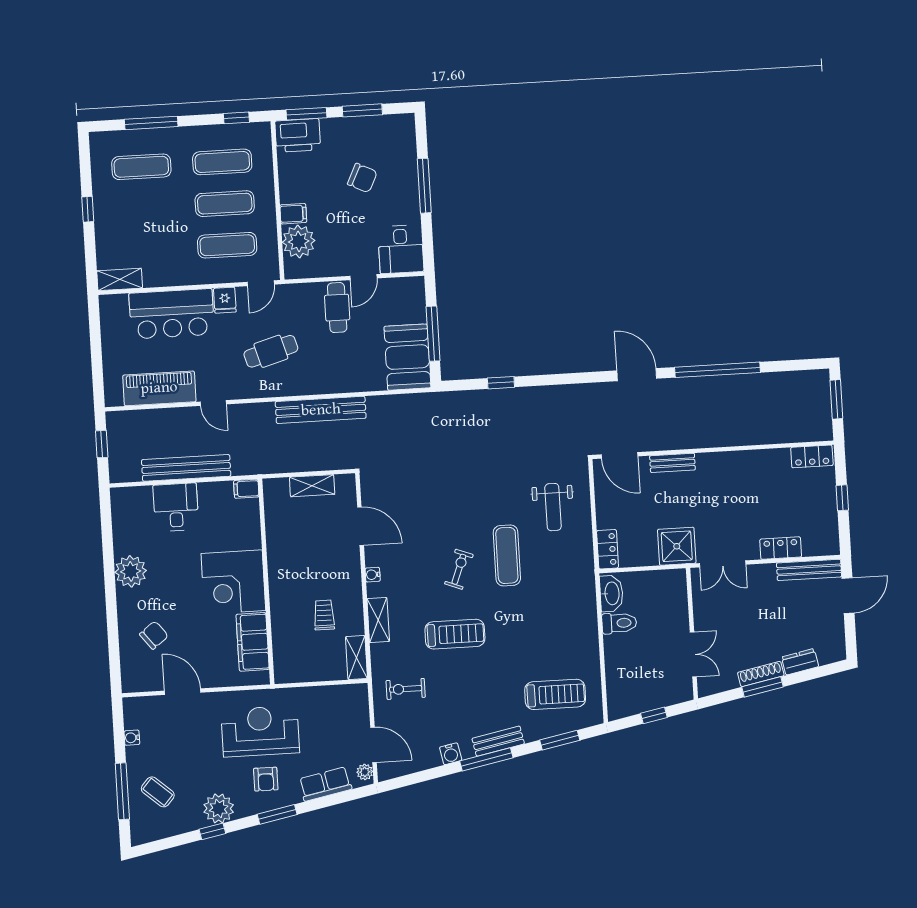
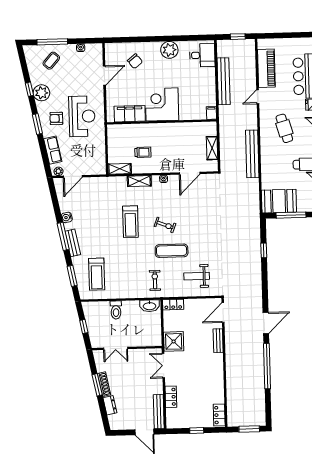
desk: (176, 507) -> (202, 55), moved
toilet: (619, 623) -> (116, 310), moved
exercise bike: (406, 689) -> (155, 280), moved

